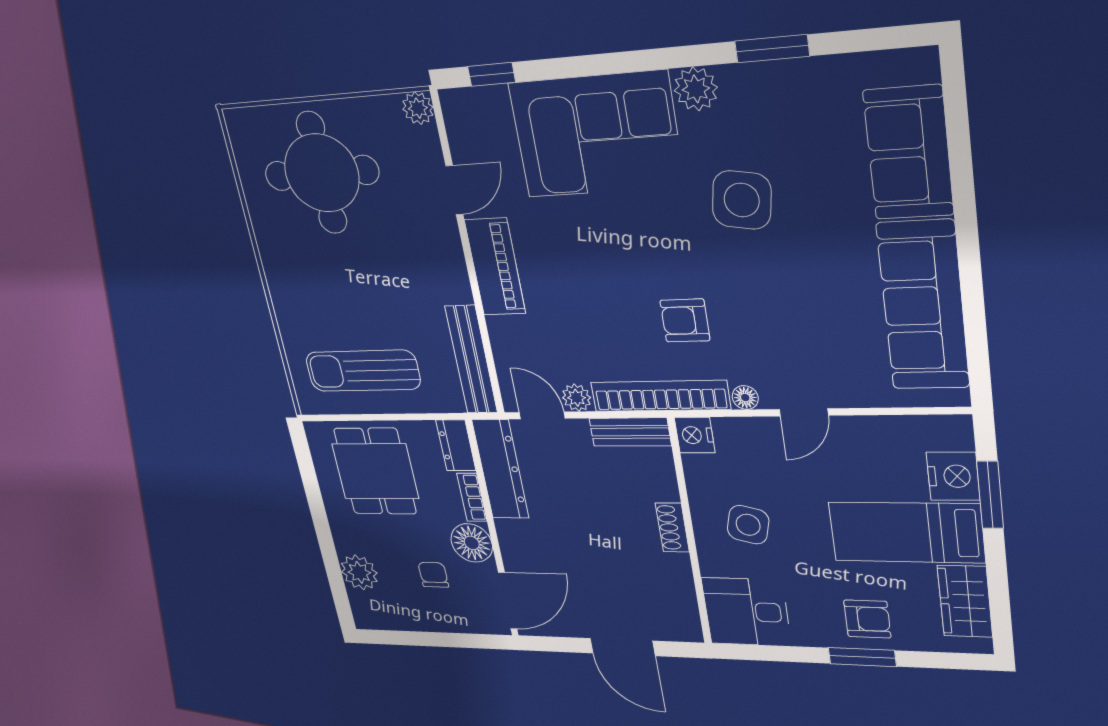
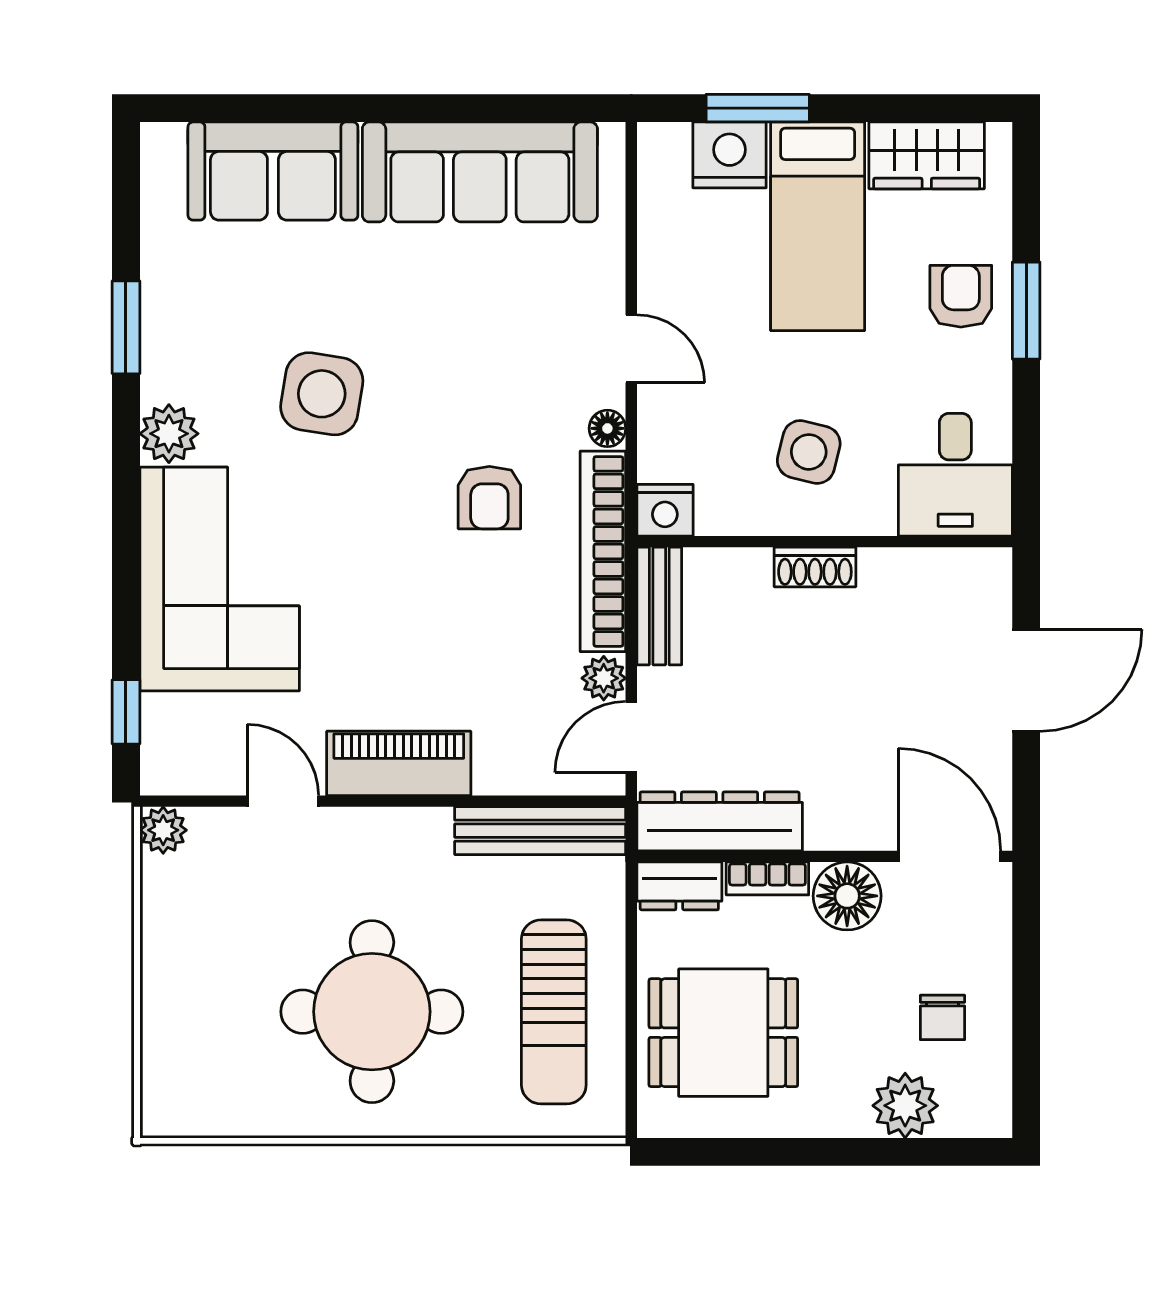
round table: (322, 173) -> (372, 1012), moved
chair: (433, 575) -> (943, 1017), moved, turned -90

